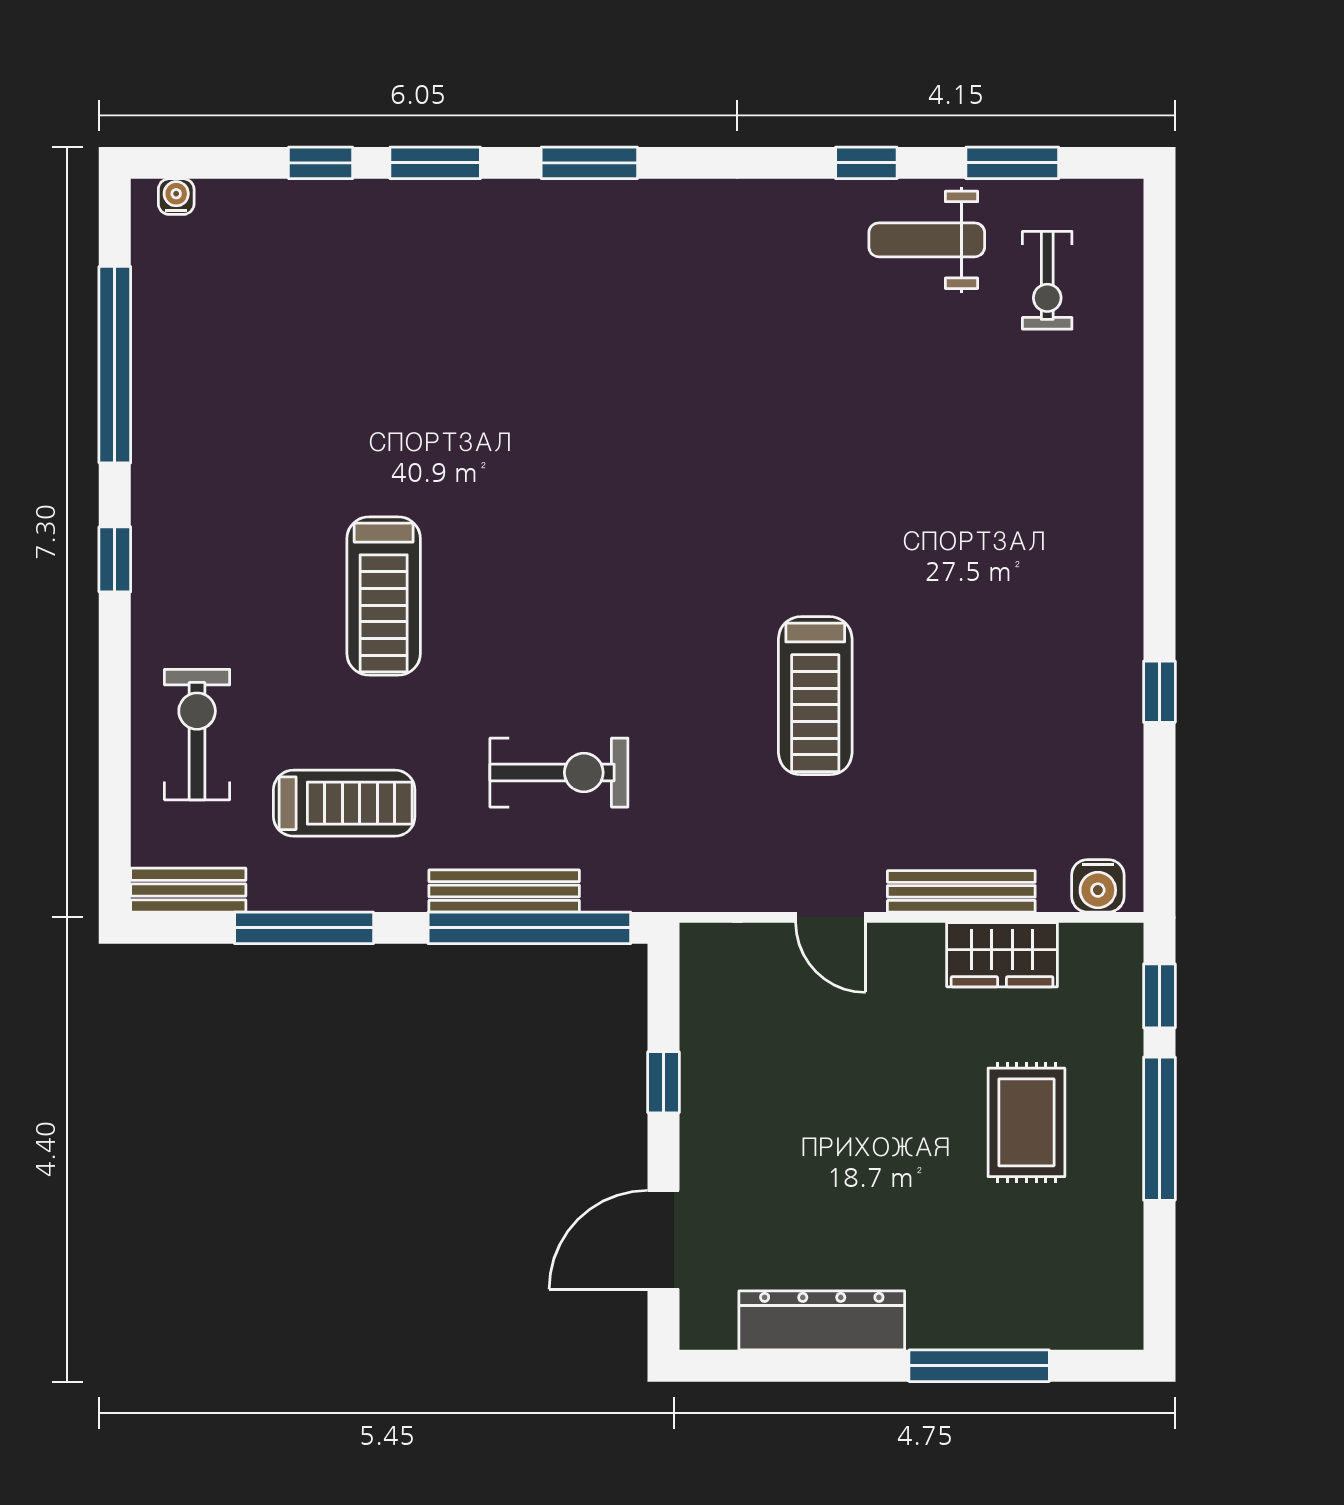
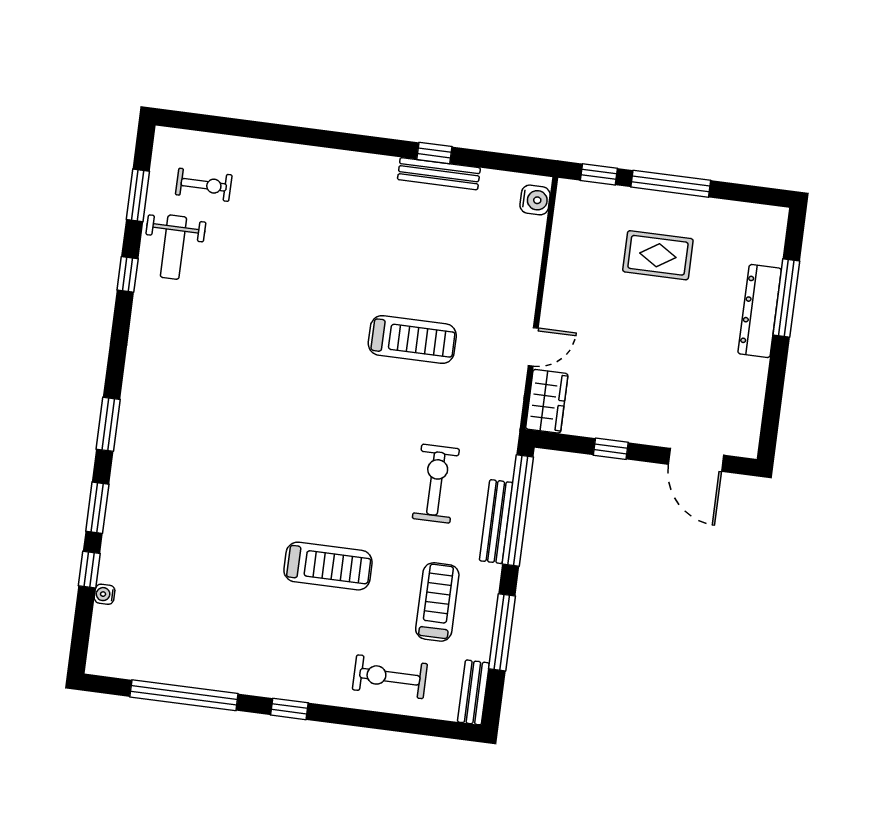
water cooler: (176, 197) -> (105, 594), moved
bench: (961, 891) -> (439, 174), moved, turned 90
wardrobe: (1002, 955) -> (547, 401), moved
dresser: (822, 1320) -> (760, 311), moved

